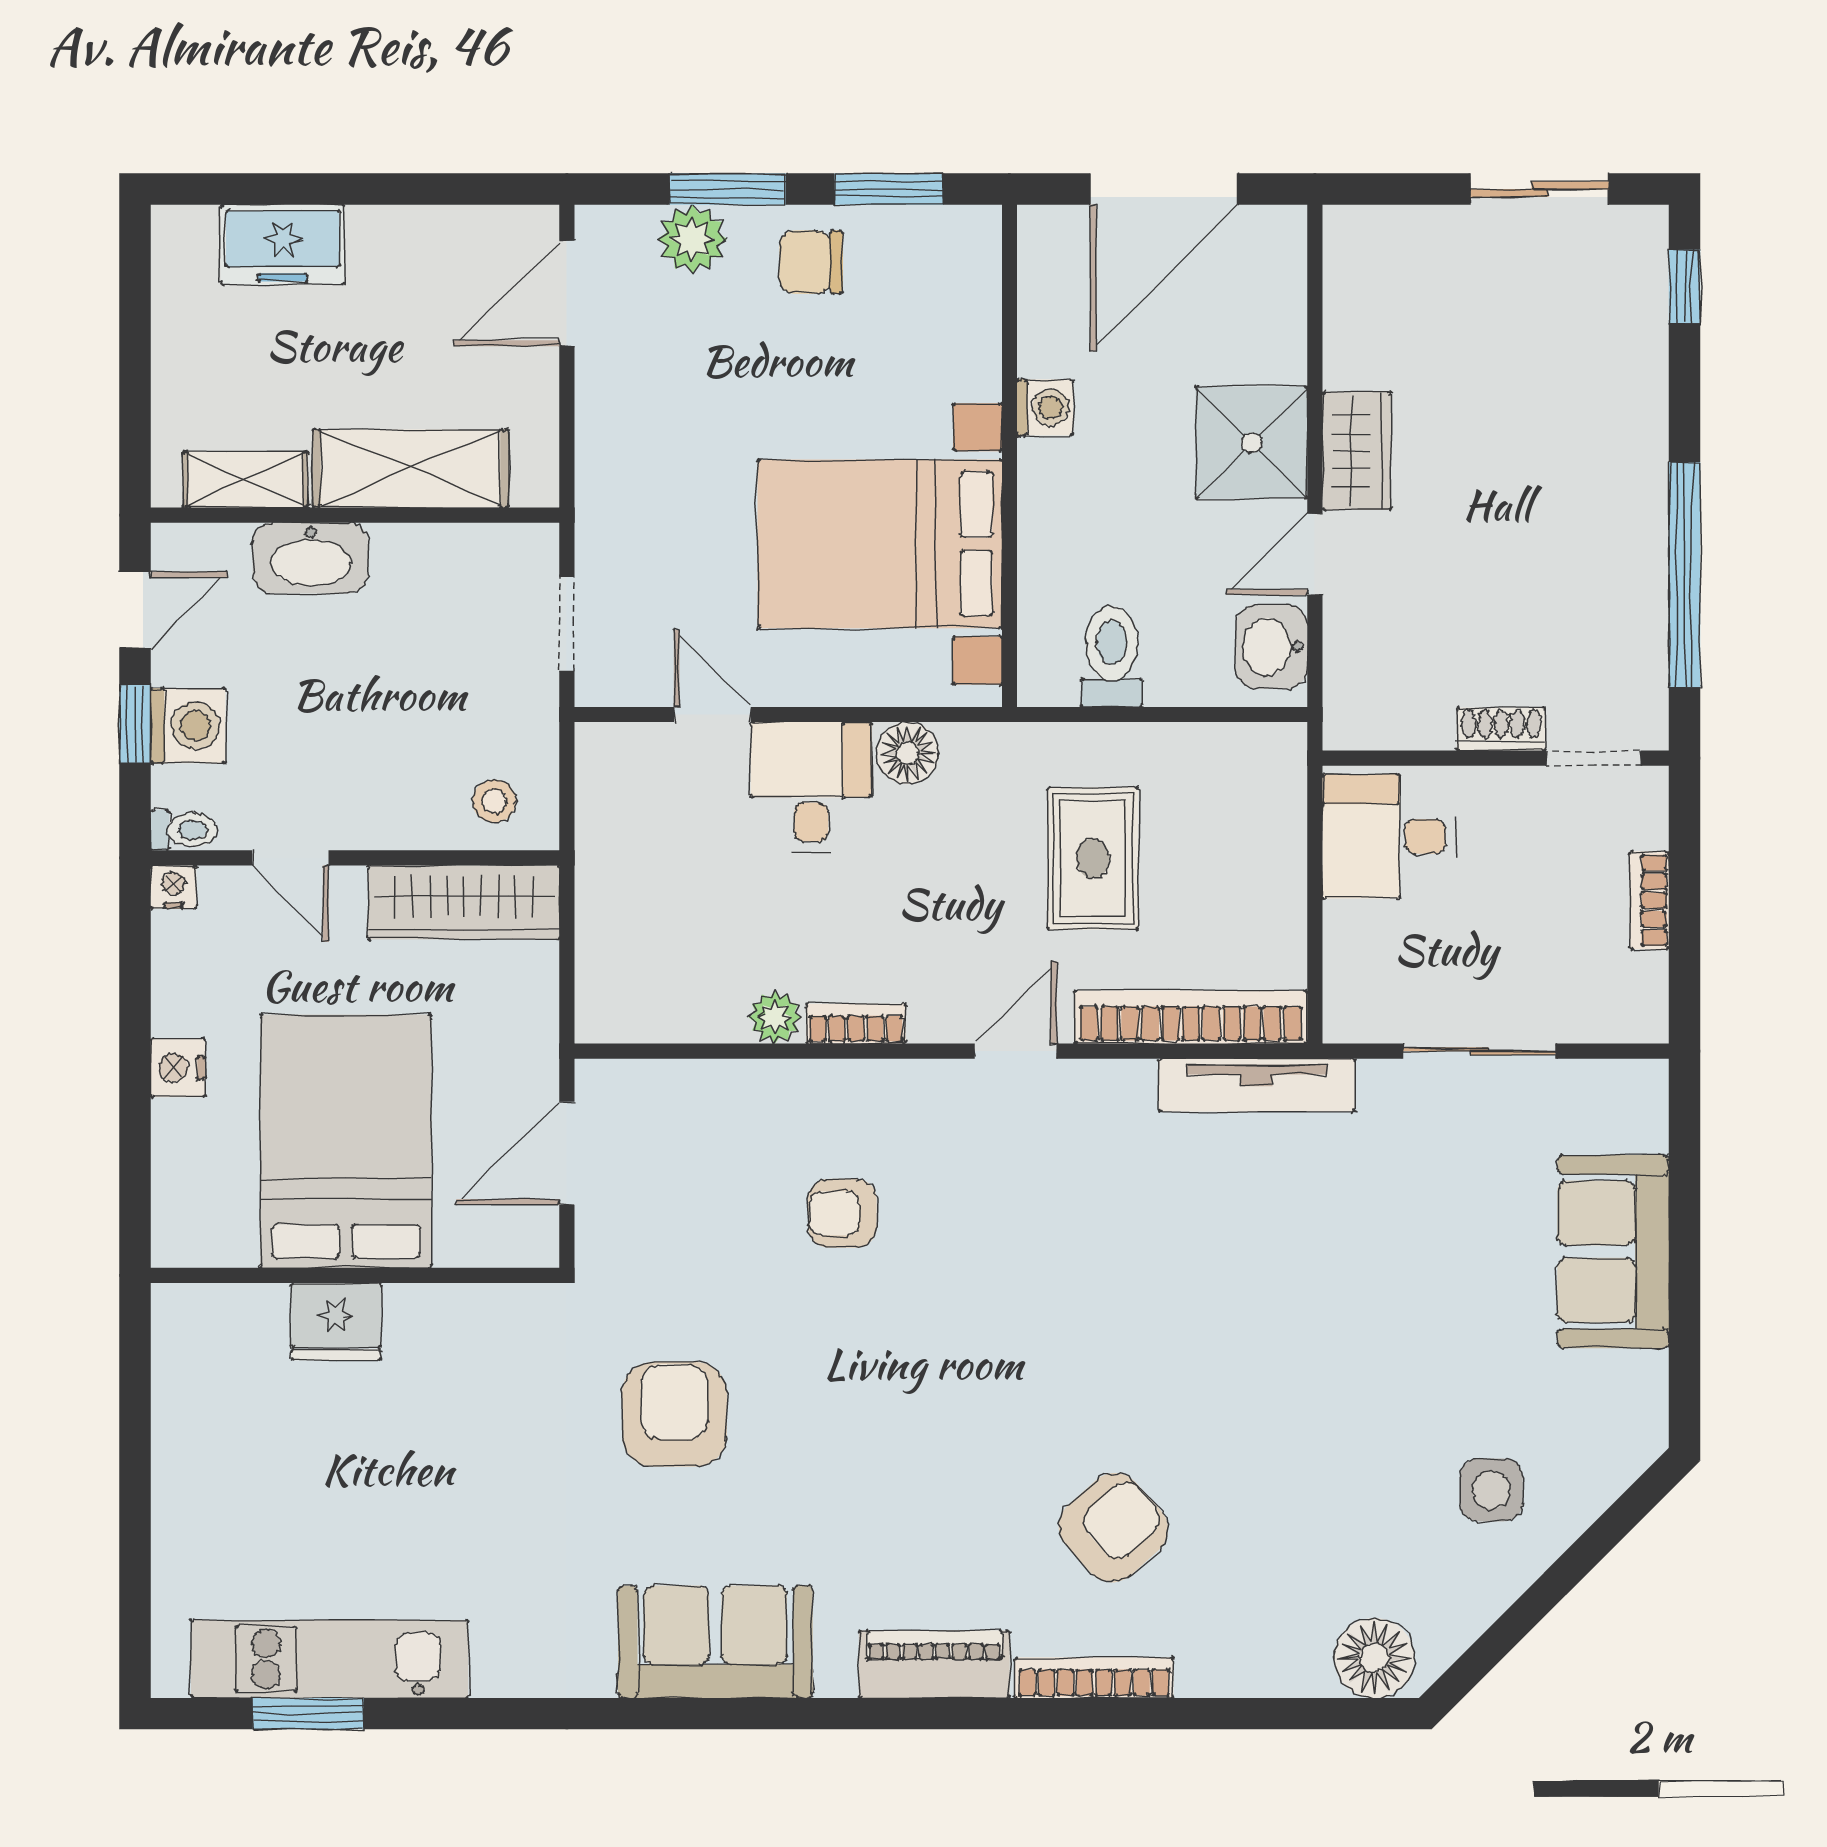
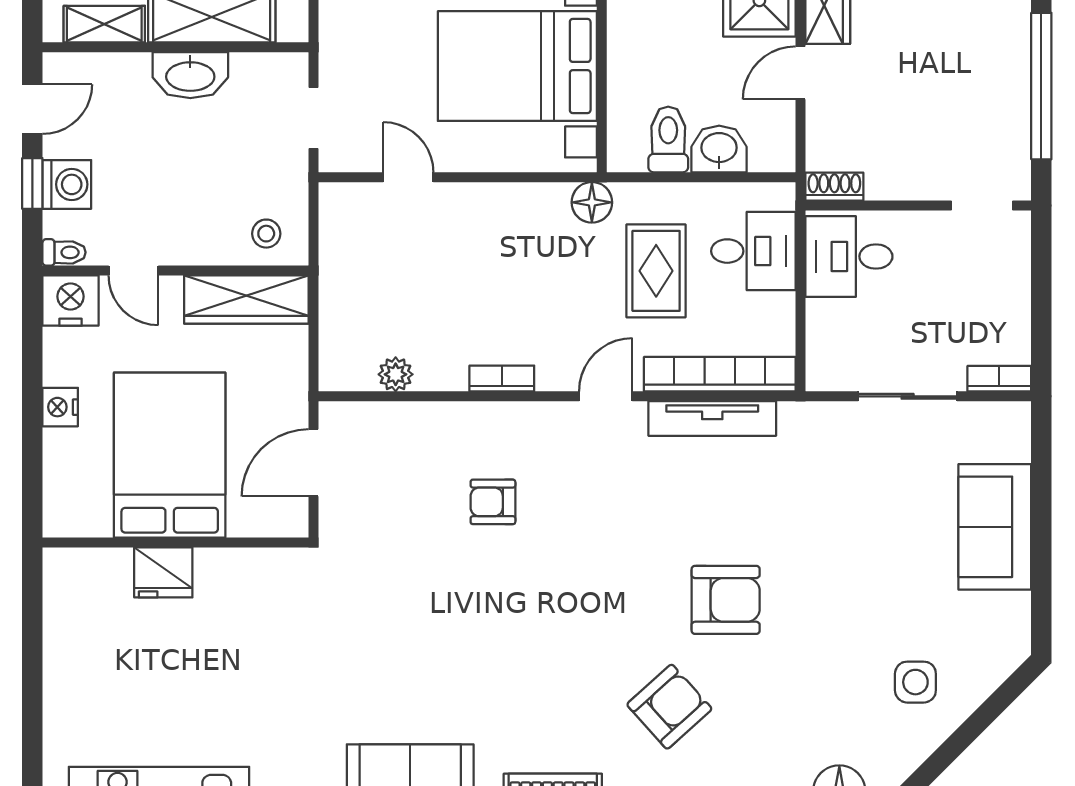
washbasin: (311, 558) -> (190, 75), moved
washbasin: (1272, 647) -> (719, 149), moved, turned 90
shoe rack: (1501, 729) -> (834, 187), moved
floor lamp: (908, 753) -> (592, 202), moved
desk: (811, 787) -> (753, 251), moved, turned 90
nightstand: (173, 887) -> (71, 301), width x1.89, depth x1.79
bookcase: (1649, 900) -> (999, 379), moved, turned 90
plant: (775, 1017) -> (396, 374), moved
tv unit: (1257, 1085) -> (712, 418), moved
armchair: (674, 1414) -> (726, 600), moved, turned 90

